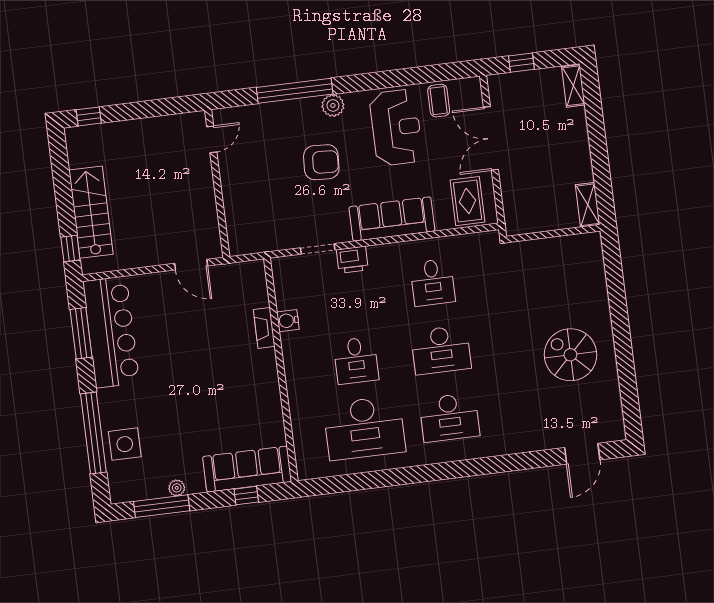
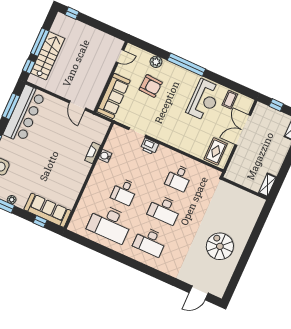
window: (295, 91) -> (186, 65), moved
plant: (333, 105) -> (156, 62), moved
armchair: (321, 162) -> (151, 86), moved
window: (64, 197) -> (40, 42), added
sofa: (392, 219) -> (114, 96), moved, turned 90

